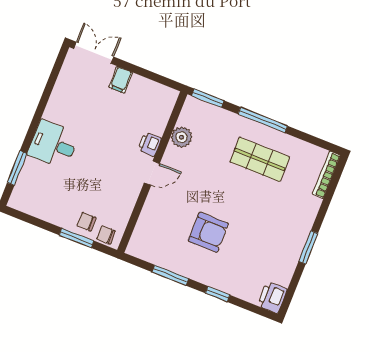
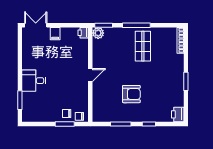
plant: (182, 137) -> (98, 33), moved
printer: (150, 144) -> (83, 33), moved
shop shelf: (260, 159) -> (143, 46), turned 90

